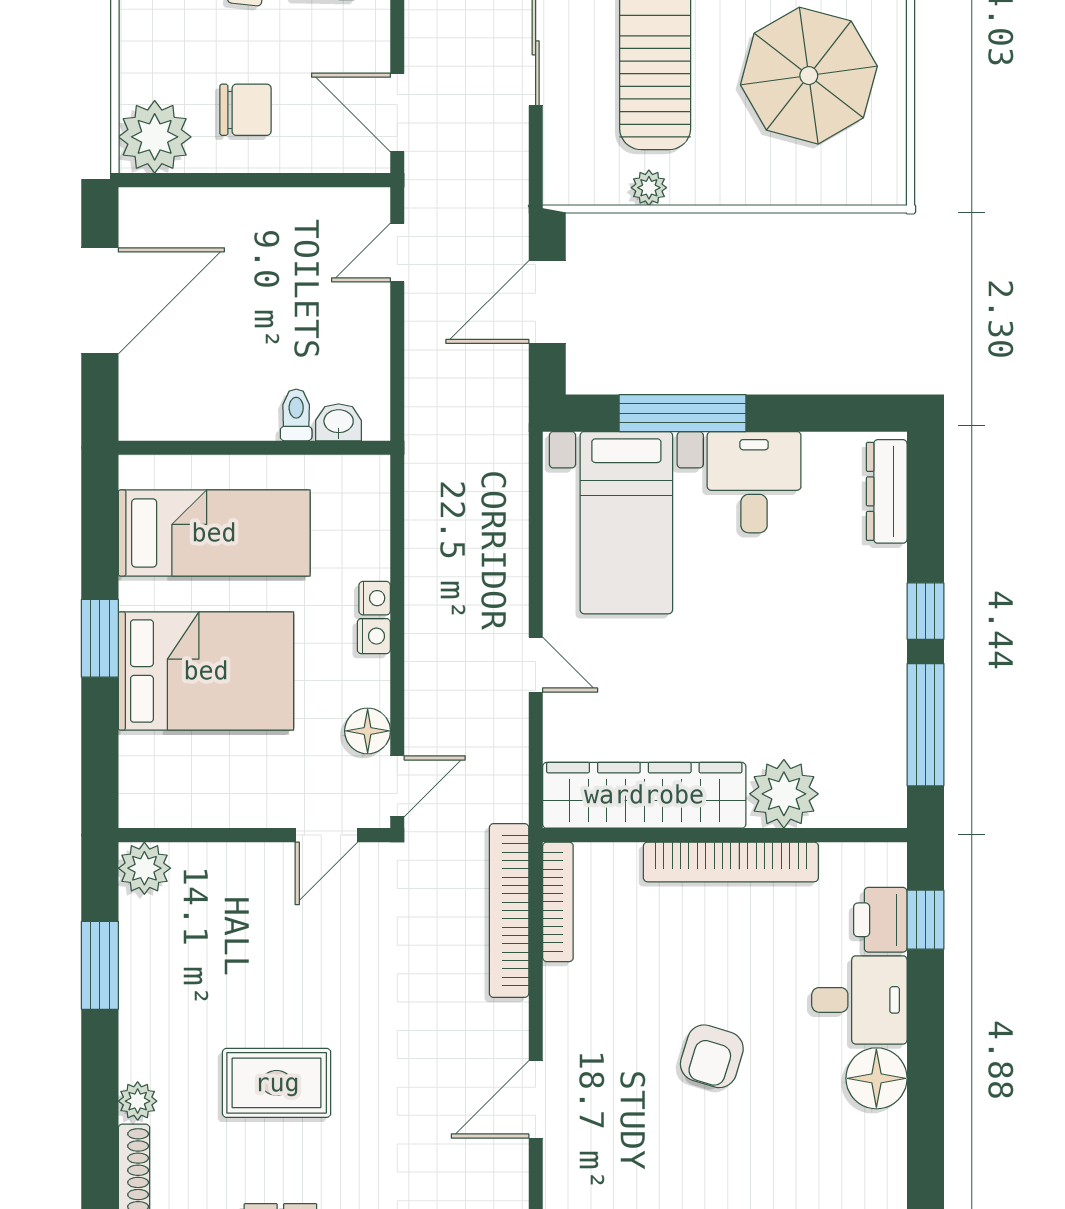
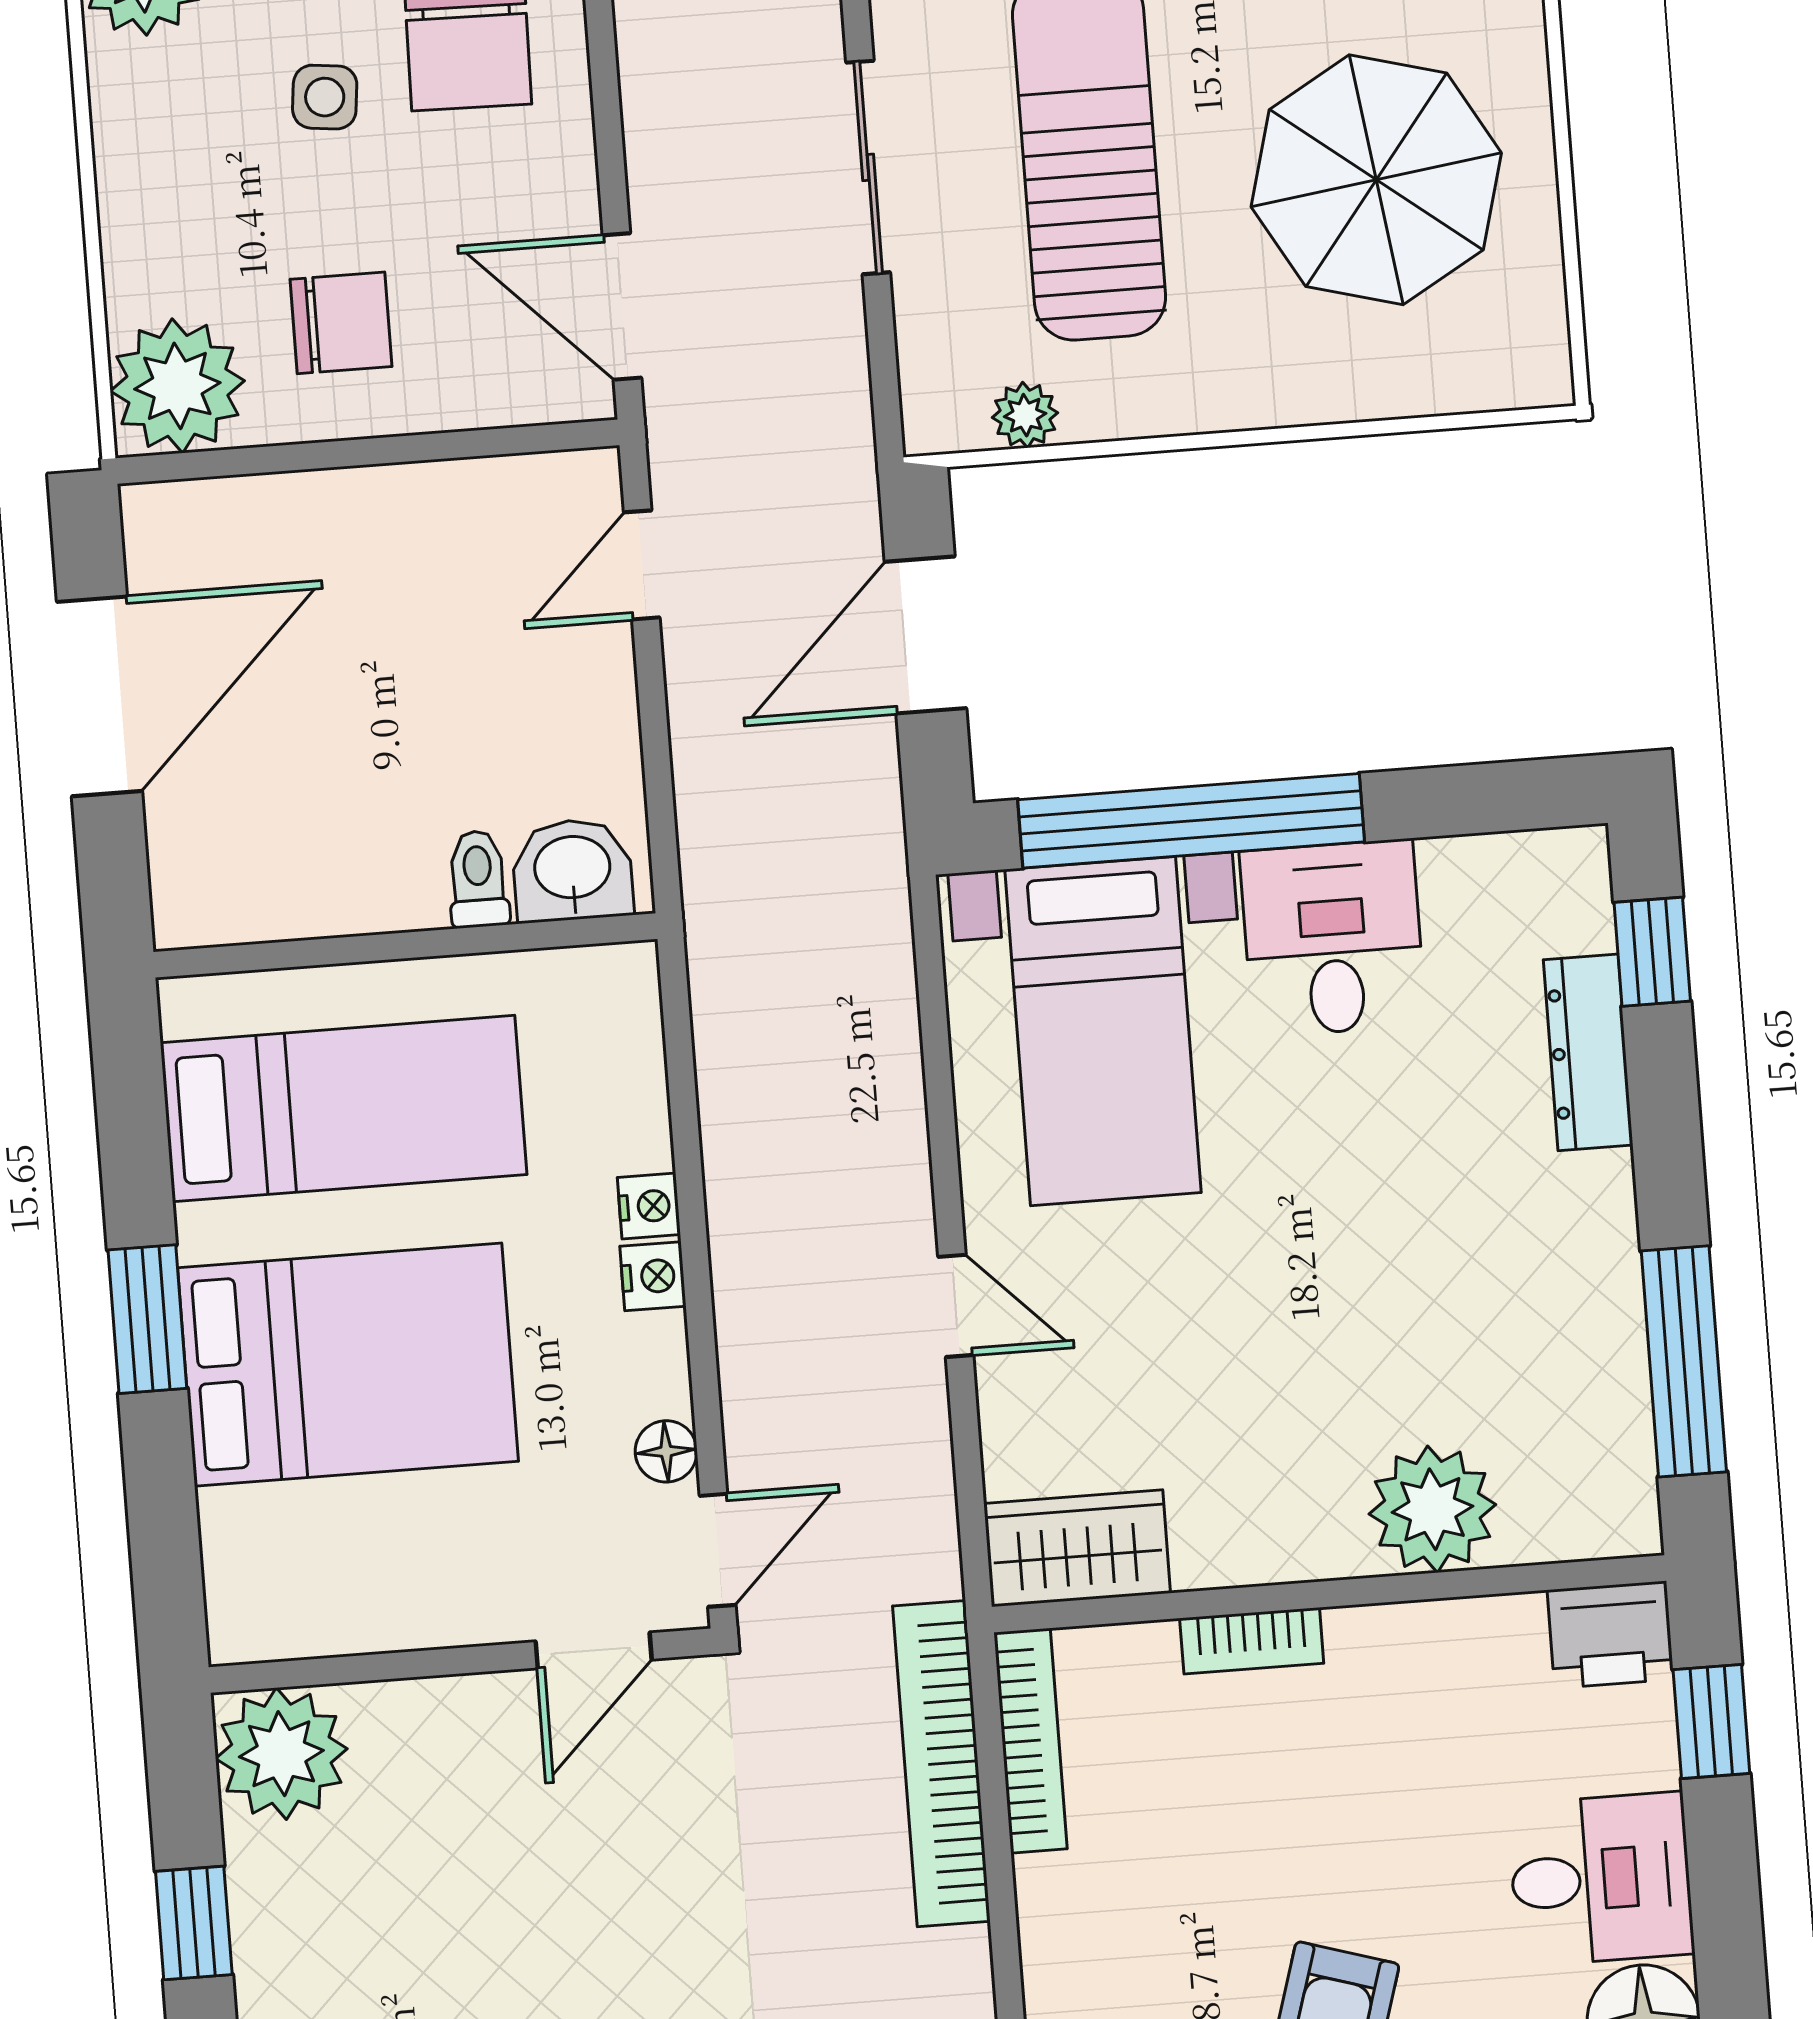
plant: (649, 188) -> (1025, 415), moved
window: (683, 413) -> (1191, 821), width x1.46
washbasin: (339, 422) -> (572, 870), width x1.38, depth x1.45
dresser: (887, 491) -> (1588, 1052), moved
window: (925, 611) -> (1652, 952), moved
floor lamp: (368, 731) -> (666, 1451), width x0.73, depth x0.73
wardrobe: (644, 795) -> (1077, 1548), width x0.48, depth x0.85
bookcase: (731, 862) -> (1252, 1641), width x0.43, depth x0.76
plant: (144, 868) -> (281, 1754), width x1.36, depth x1.36
printer: (880, 920) -> (1611, 1635), moved, turned -90
window: (100, 965) -> (194, 1923), width x0.67

